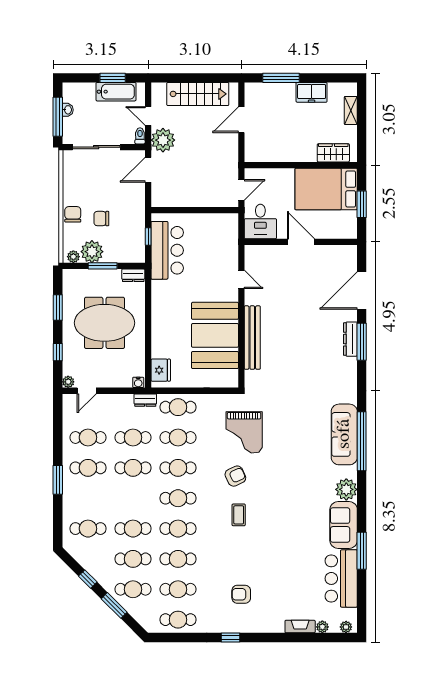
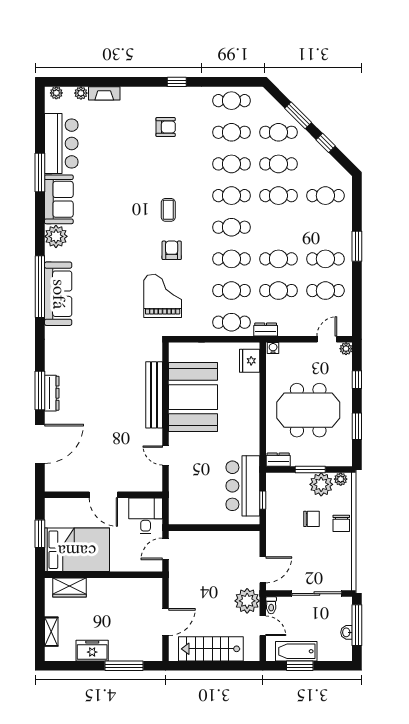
armchair: (235, 476) -> (172, 250), turned 115

